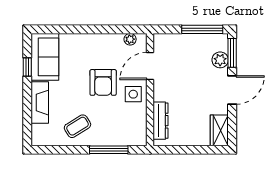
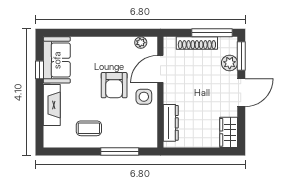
shoe rack: (187, 40) -> (197, 43), added
coffee table: (77, 126) -> (89, 128), turned 32

